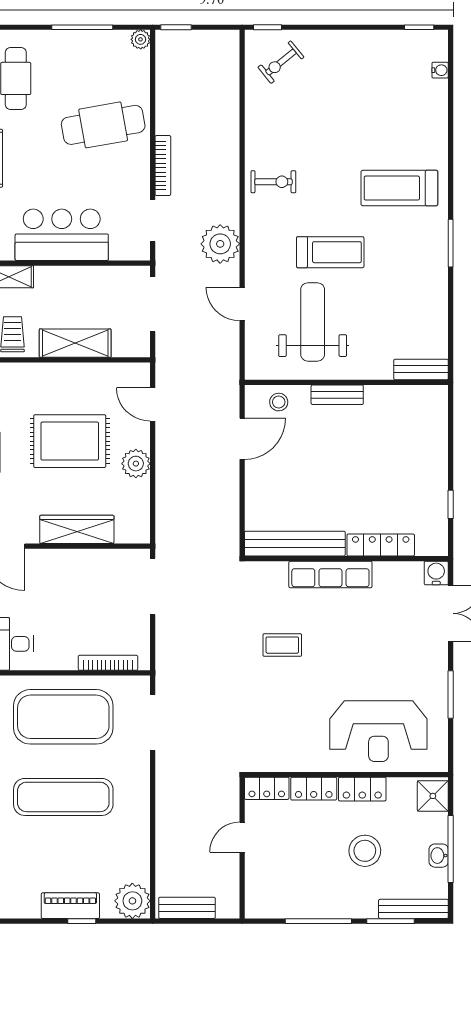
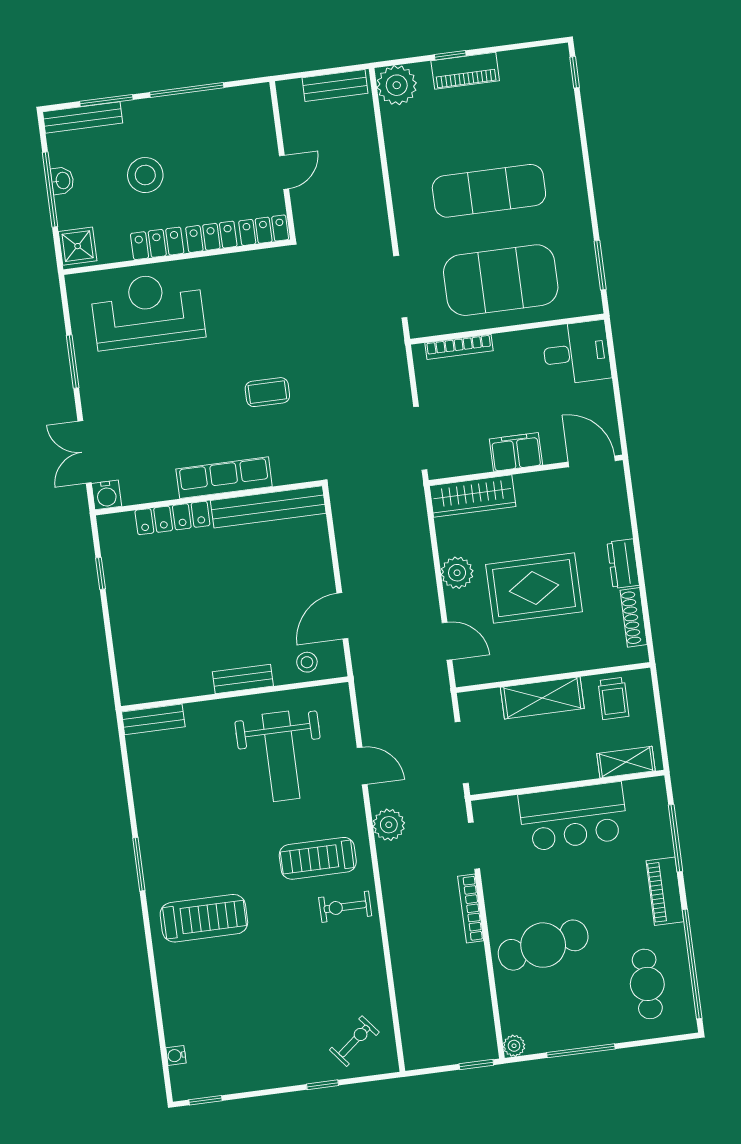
window: (268, 27) -> (323, 1085), moved
plant: (220, 244) -> (389, 825), width x0.73, depth x0.73
treadmill: (330, 252) -> (318, 858), moved
wardrobe: (77, 529) -> (473, 496), moved
filing cabinet: (70, 563) -> (516, 452), added

